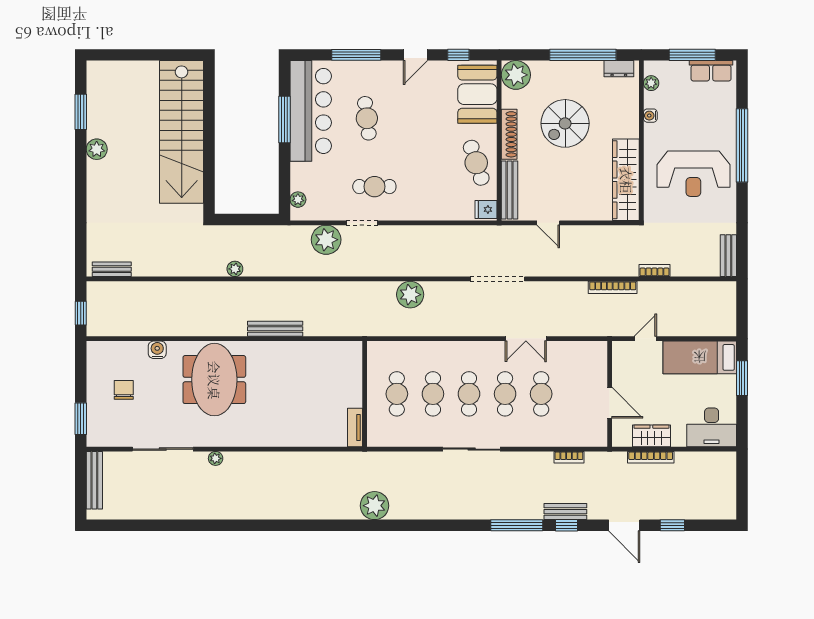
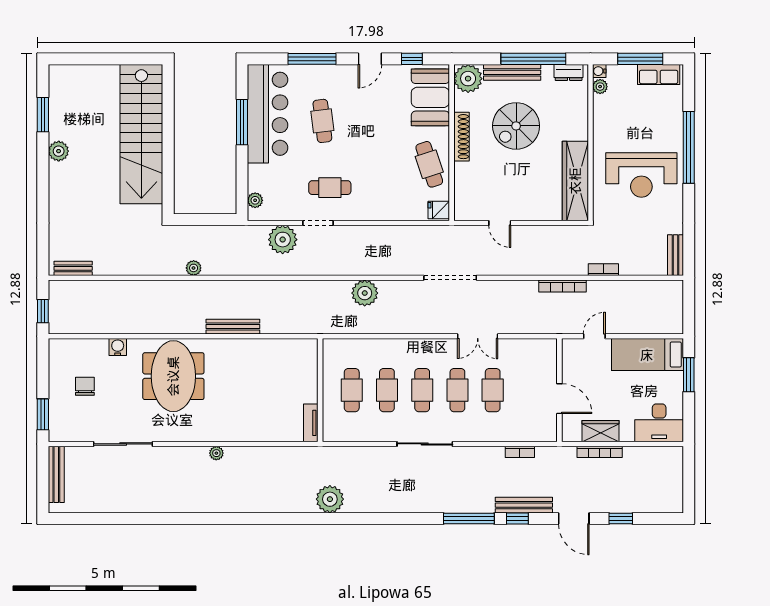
water cooler: (650, 116) -> (599, 71), moved
bench: (510, 190) -> (512, 72), moved, turned 90
plant: (216, 458) -> (216, 453), moved
bench: (565, 512) -> (524, 505), width x1.36

